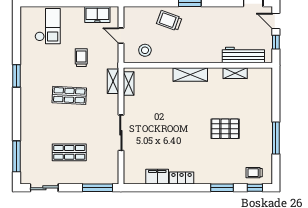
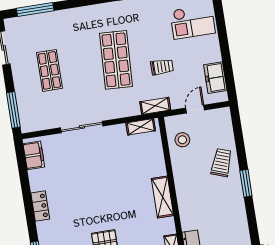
shelving: (113, 81) -> (155, 106), moved
shop shelf: (69, 95) -> (116, 60), width x1.43, depth x1.36
filing cabinet: (157, 177) -> (34, 155), moved

